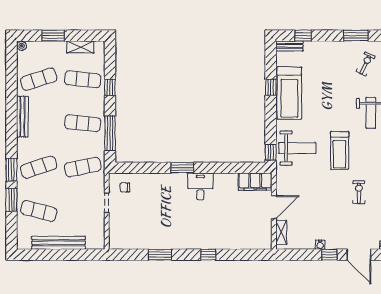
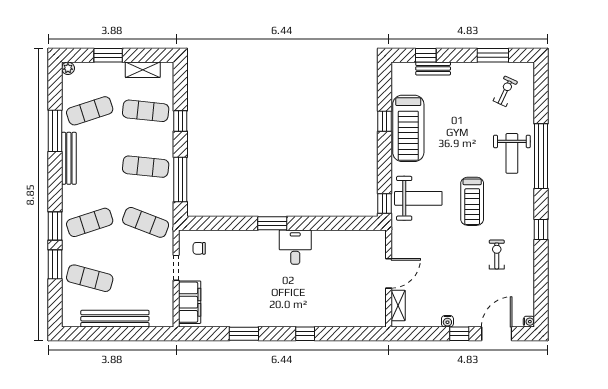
bench: (289, 46) -> (433, 68), moved
window: (11, 95) -> (55, 131), added
exercise mat: (83, 167) -> (146, 222), turned 33
filing cabinet: (255, 182) -> (190, 302), moved, turned -90
door: (359, 255) -> (497, 334), swing flipped

